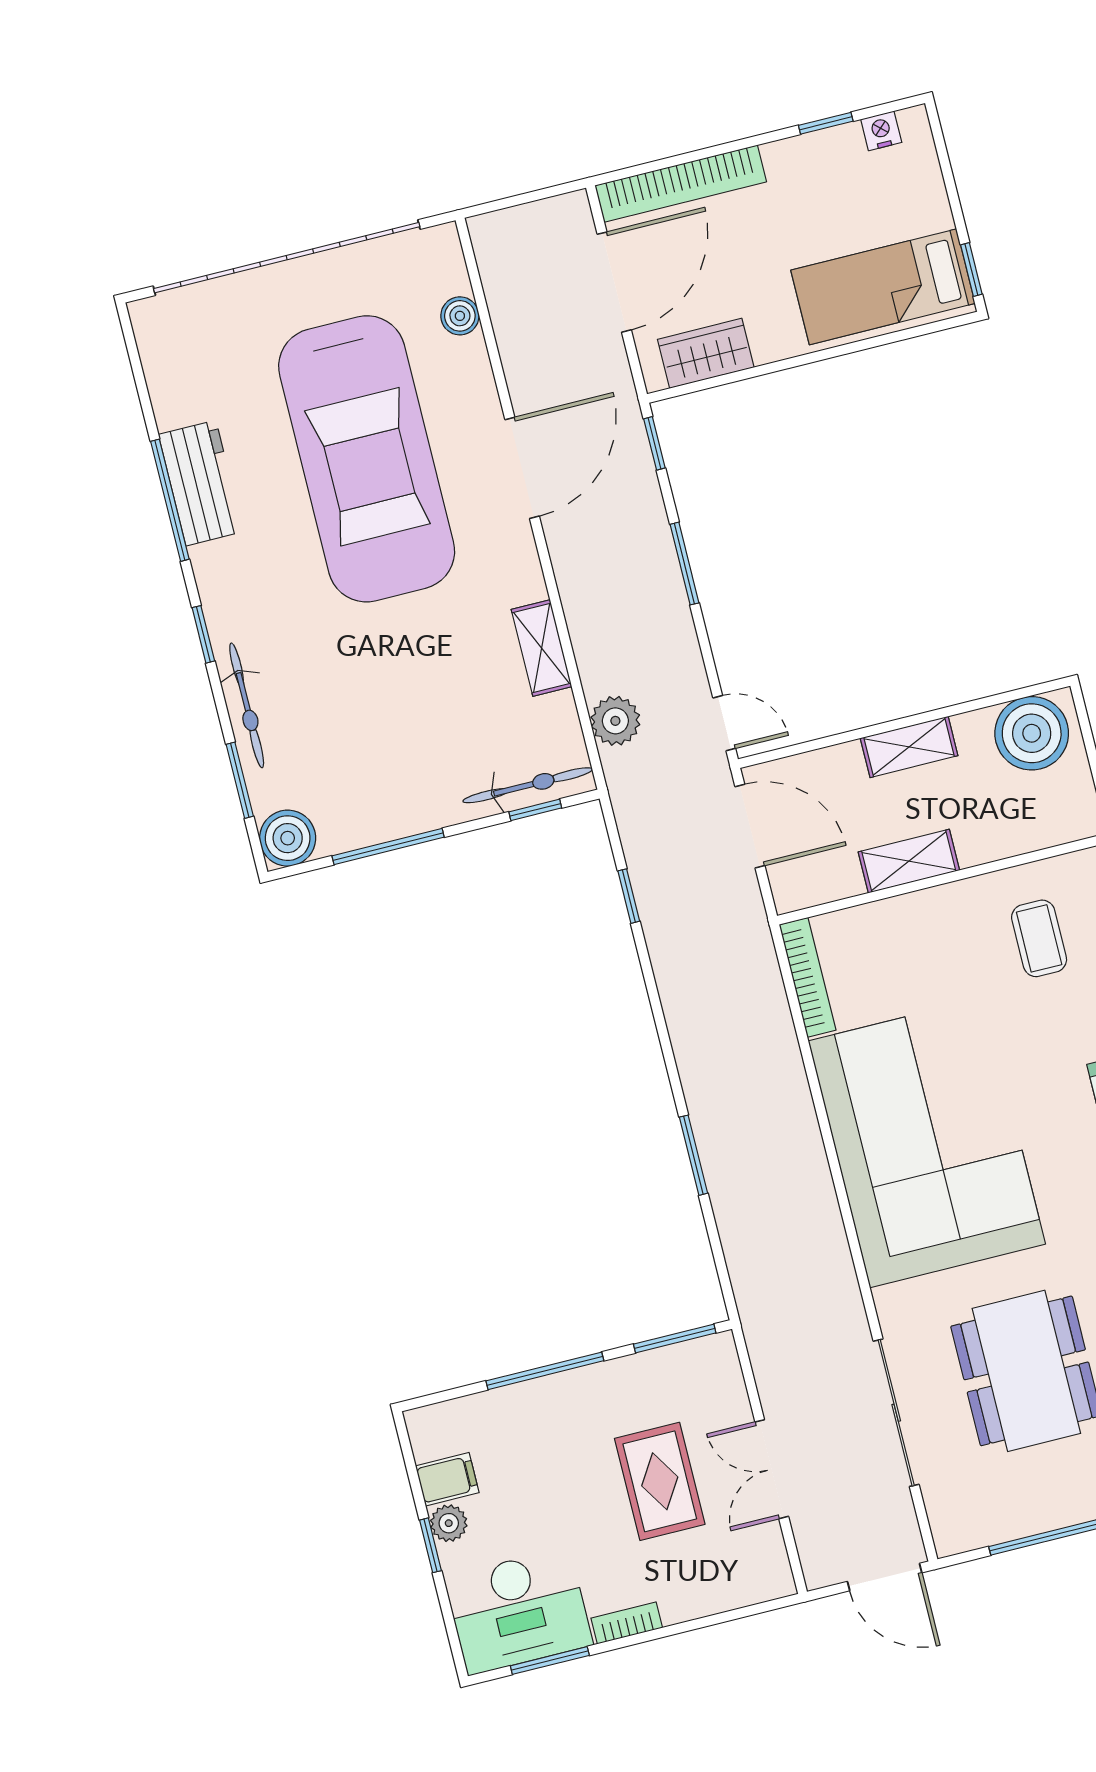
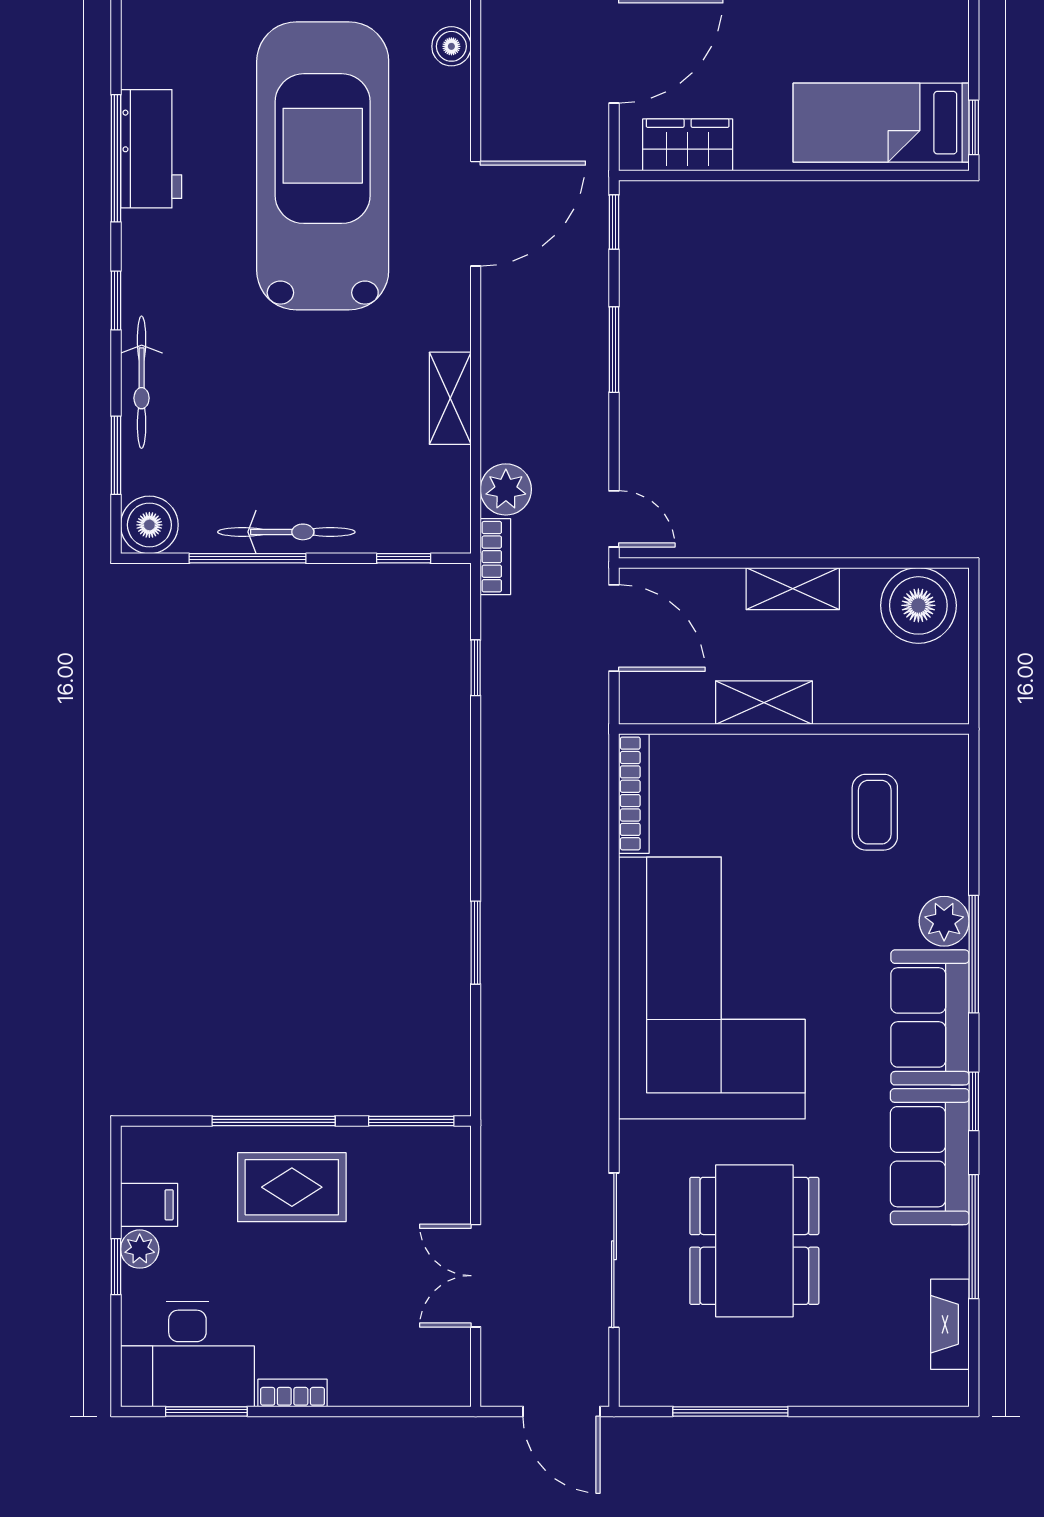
car: (367, 459) -> (323, 166), turned 180
bicycle: (528, 785) -> (286, 532), moved
bookcase: (621, 787) -> (495, 557), added
rug: (660, 1481) -> (292, 1187), moved, turned 90

